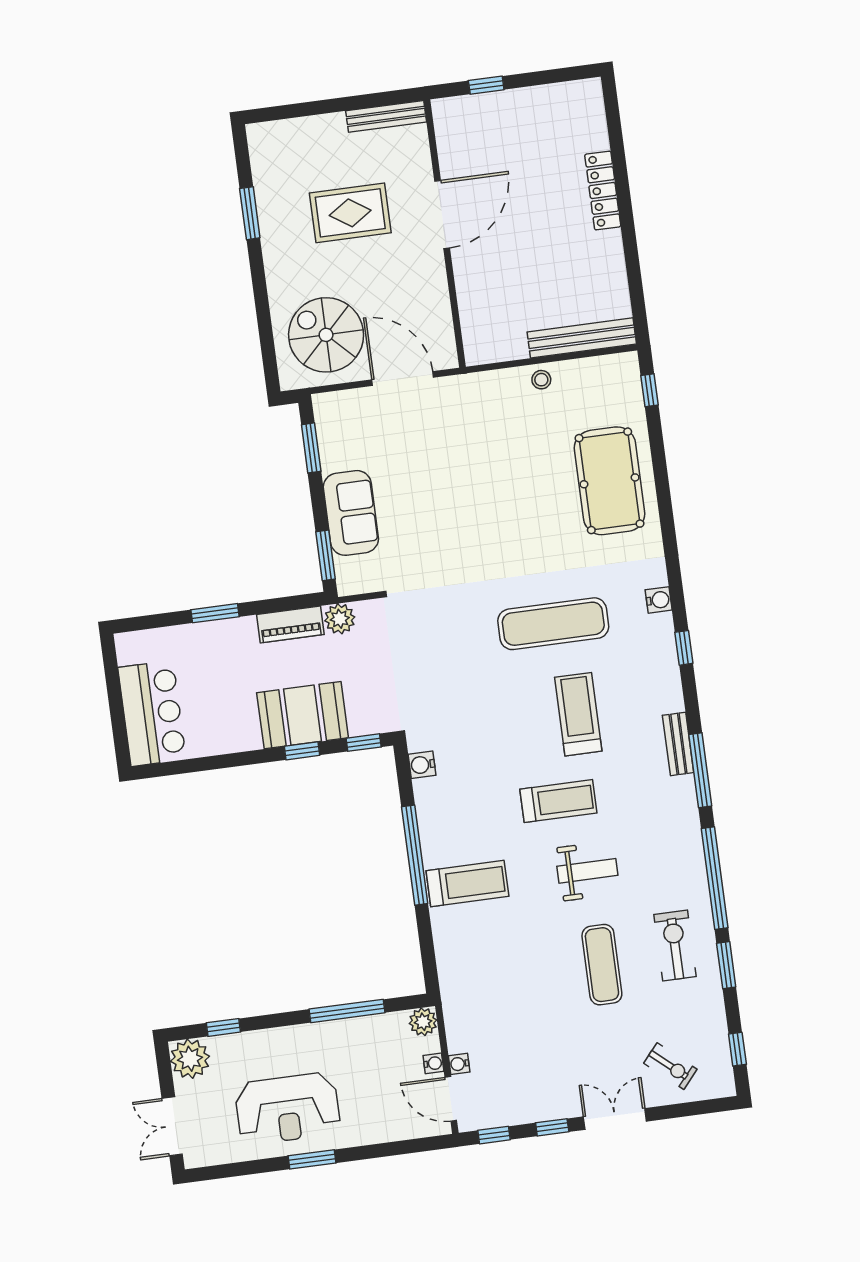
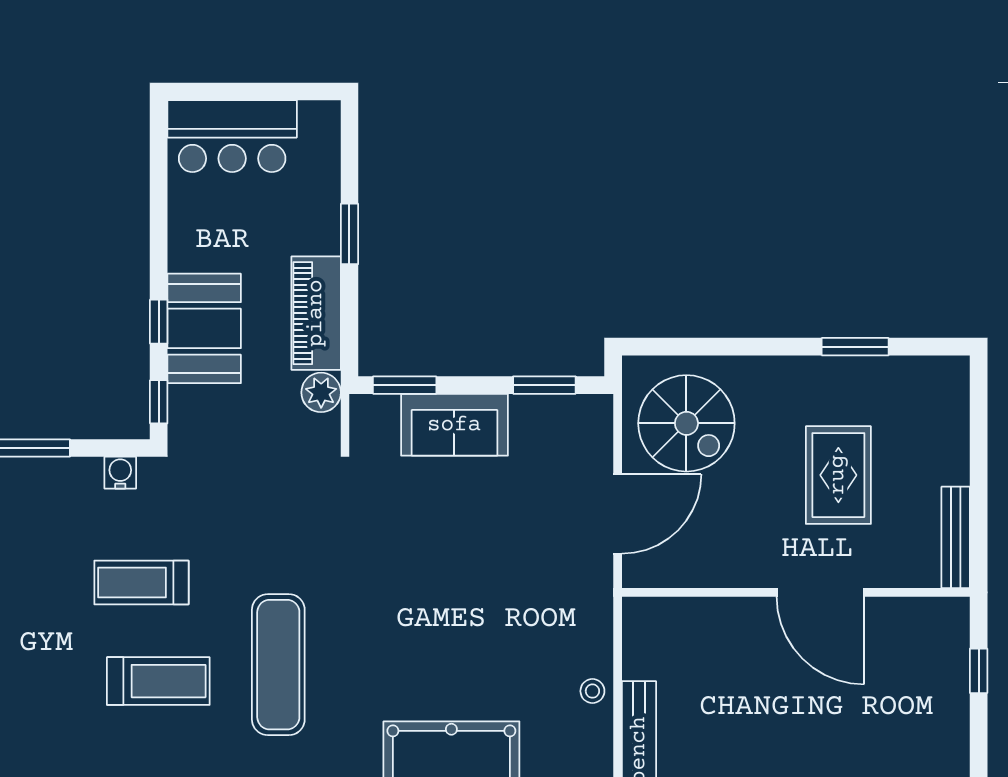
spiral stairs: (326, 335) -> (686, 423), turned 90
piano: (290, 624) -> (316, 313), width x1.37, depth x1.33
treadmill: (558, 801) -> (141, 582), moved, turned 90

